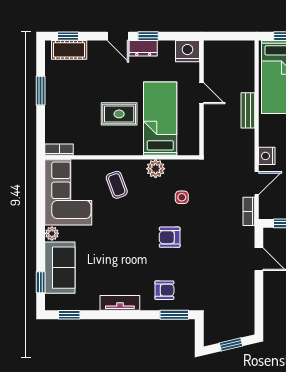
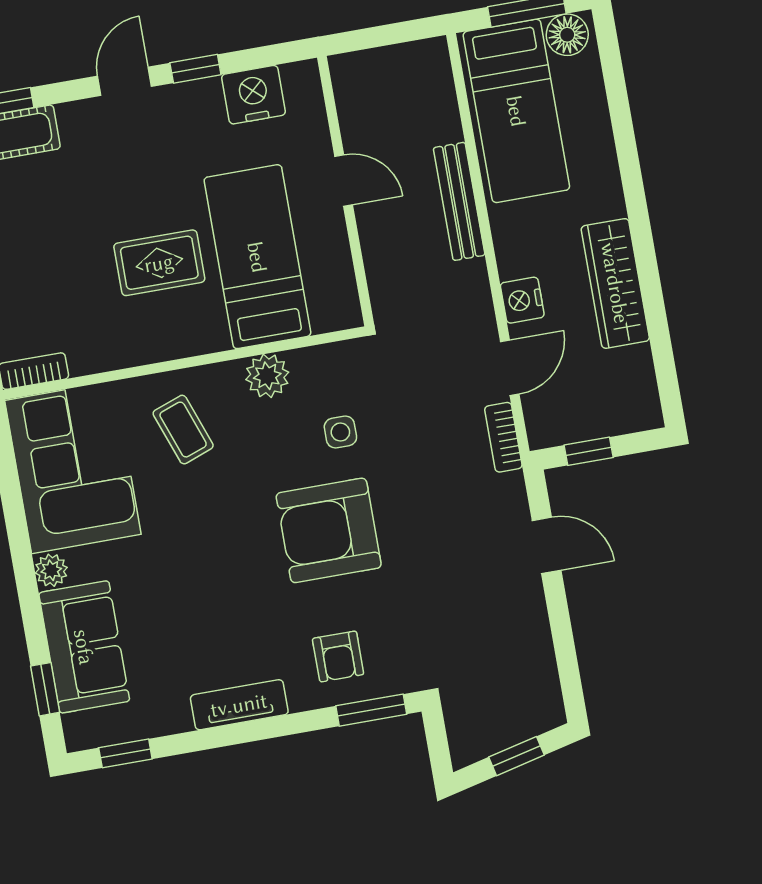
door: (118, 36) -> (125, 81), swing flipped
dresser: (143, 48) -> (189, 99), removed
nightstand: (187, 51) -> (254, 95), moved
bench: (248, 110) -> (459, 201), width x1.36
armchair: (170, 237) -> (329, 530), width x1.88, depth x1.88
armchair: (164, 290) -> (338, 656), turned 90

